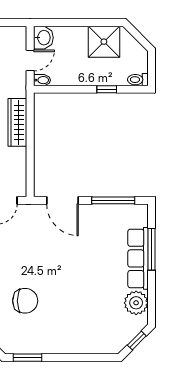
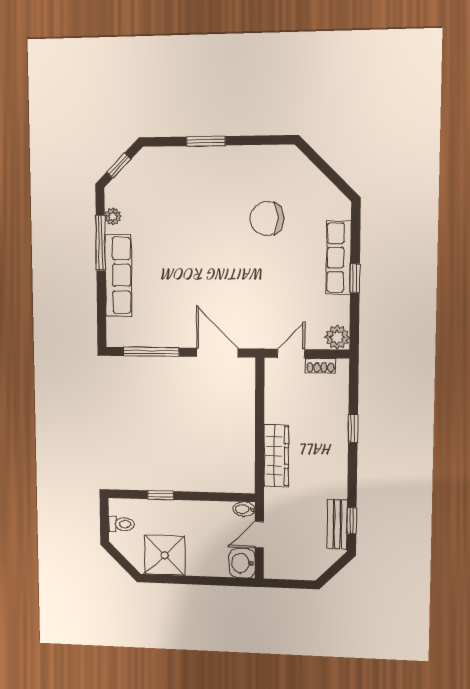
toilet: (138, 80) -> (121, 524), moved
window: (151, 249) -> (101, 243), moved
plant: (136, 303) -> (113, 216), width x0.53, depth x0.53
window: (28, 358) -> (206, 141), moved

